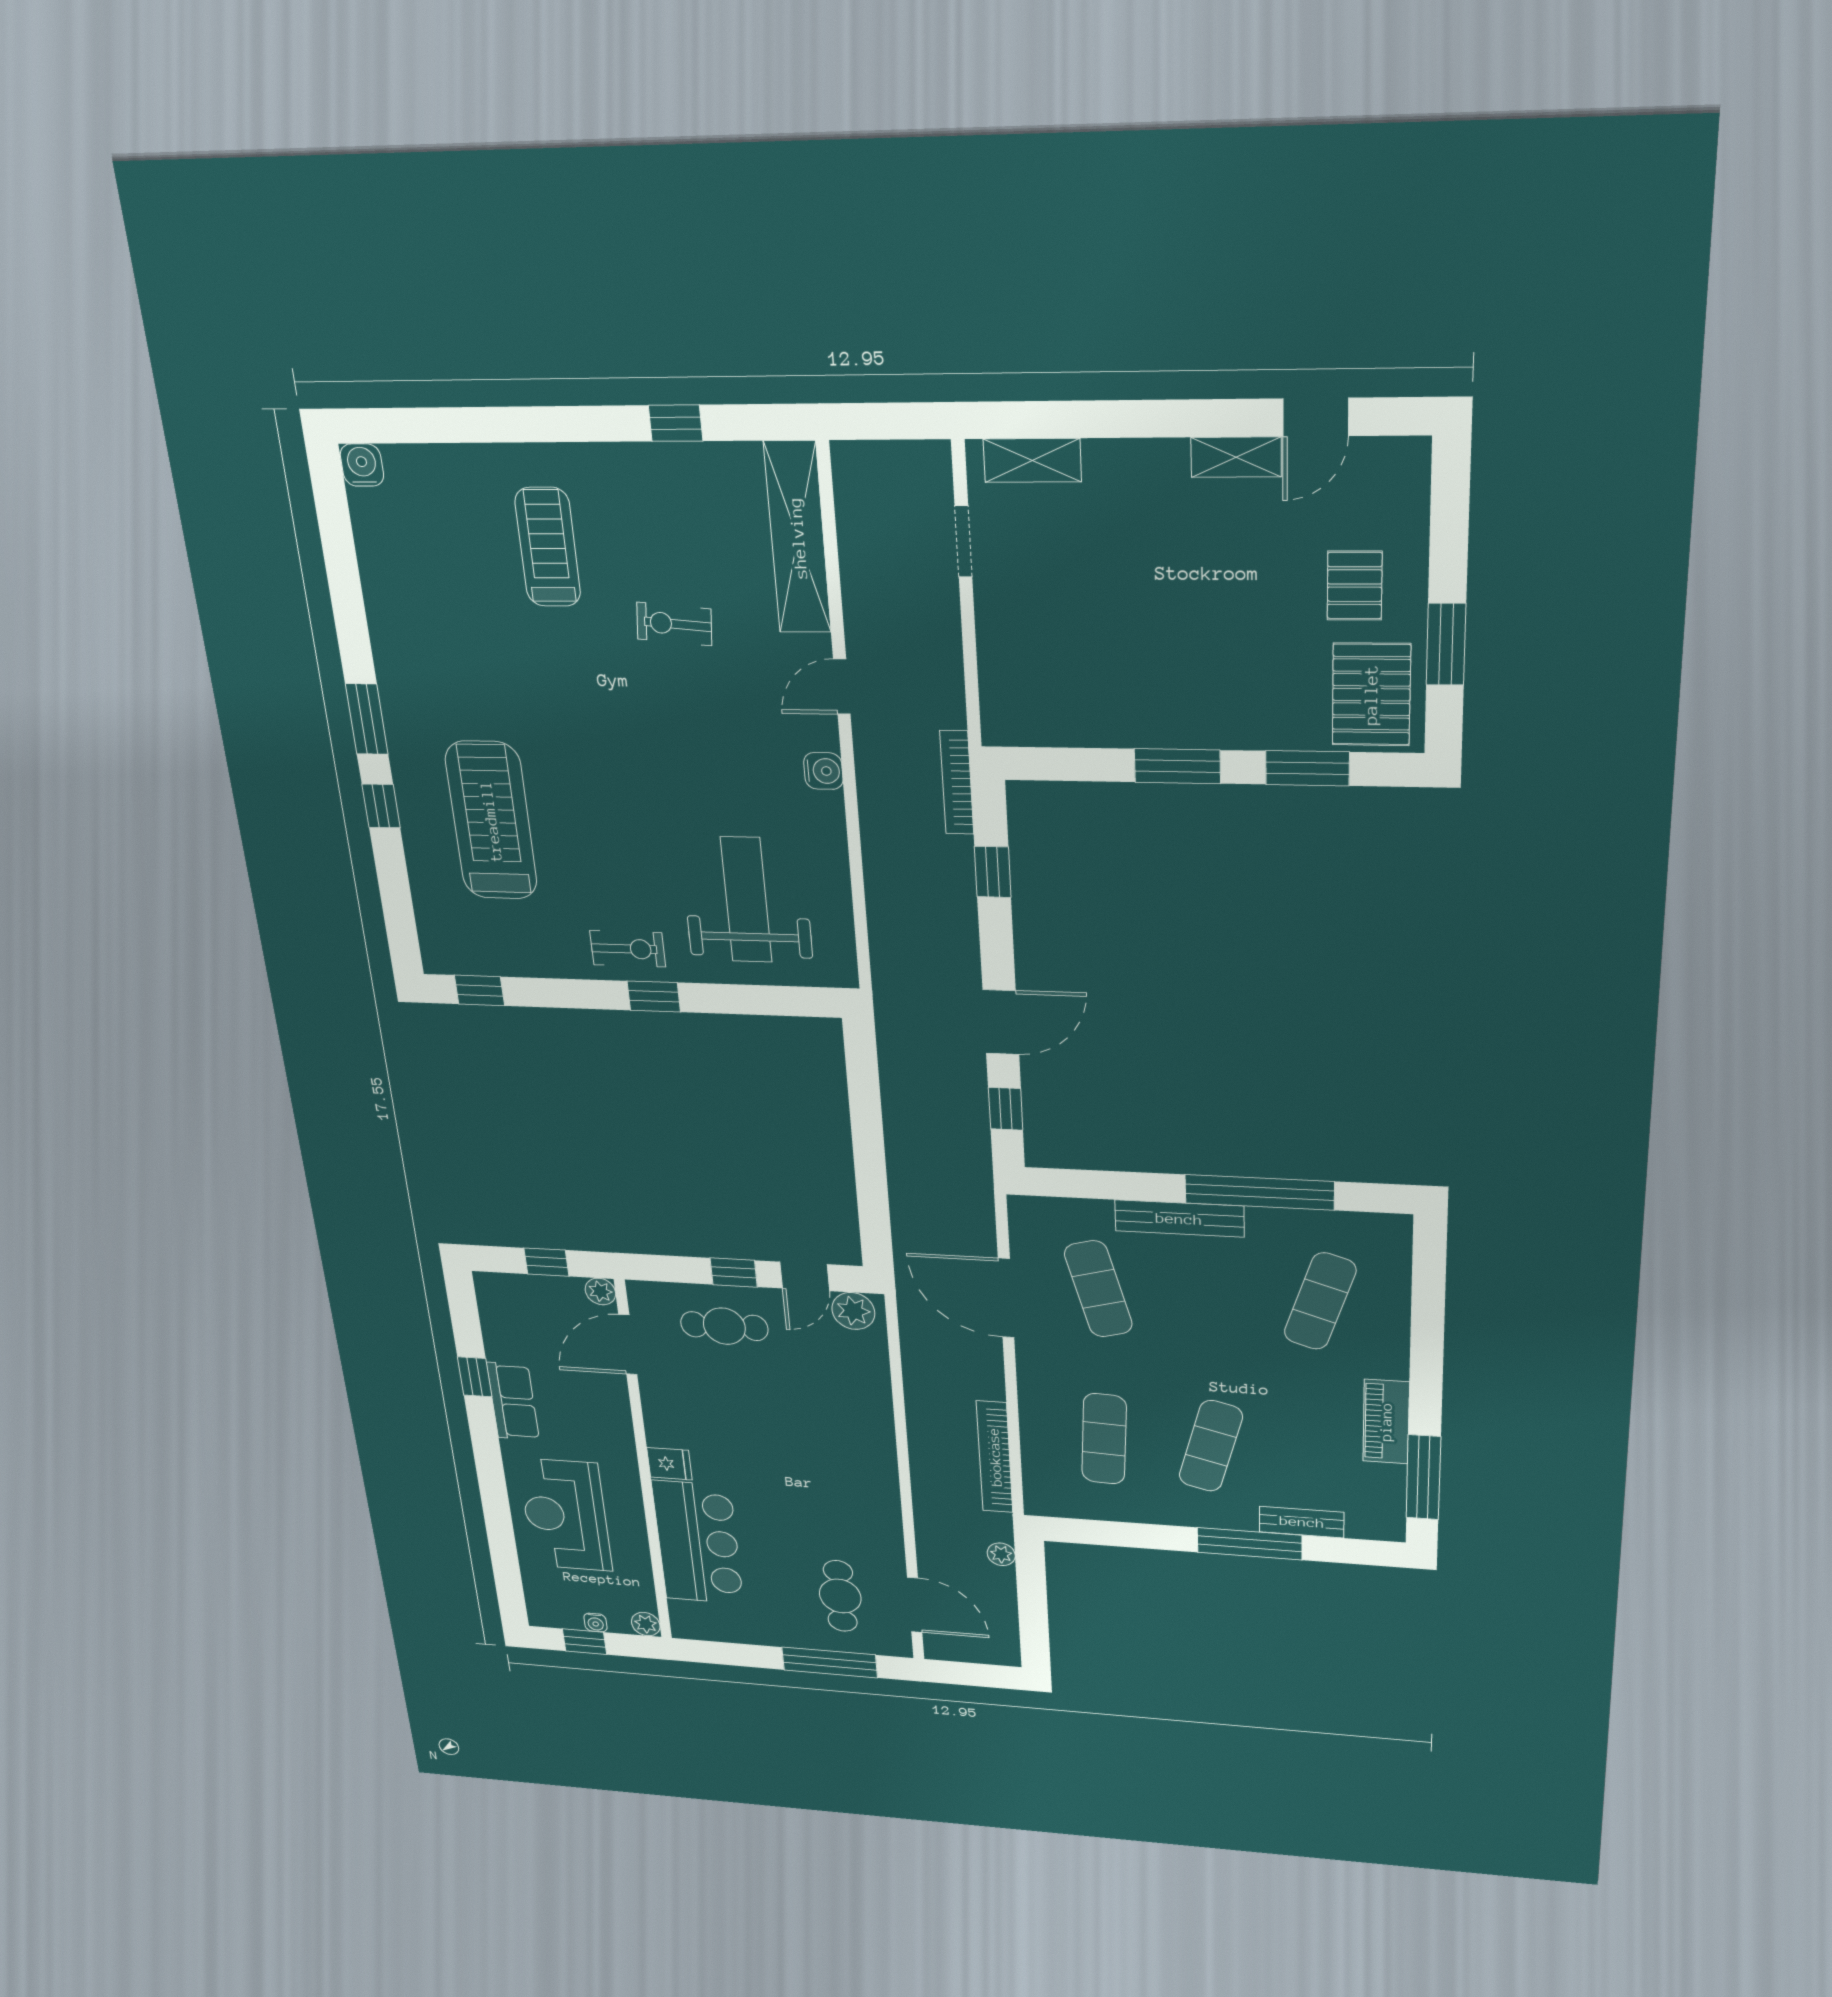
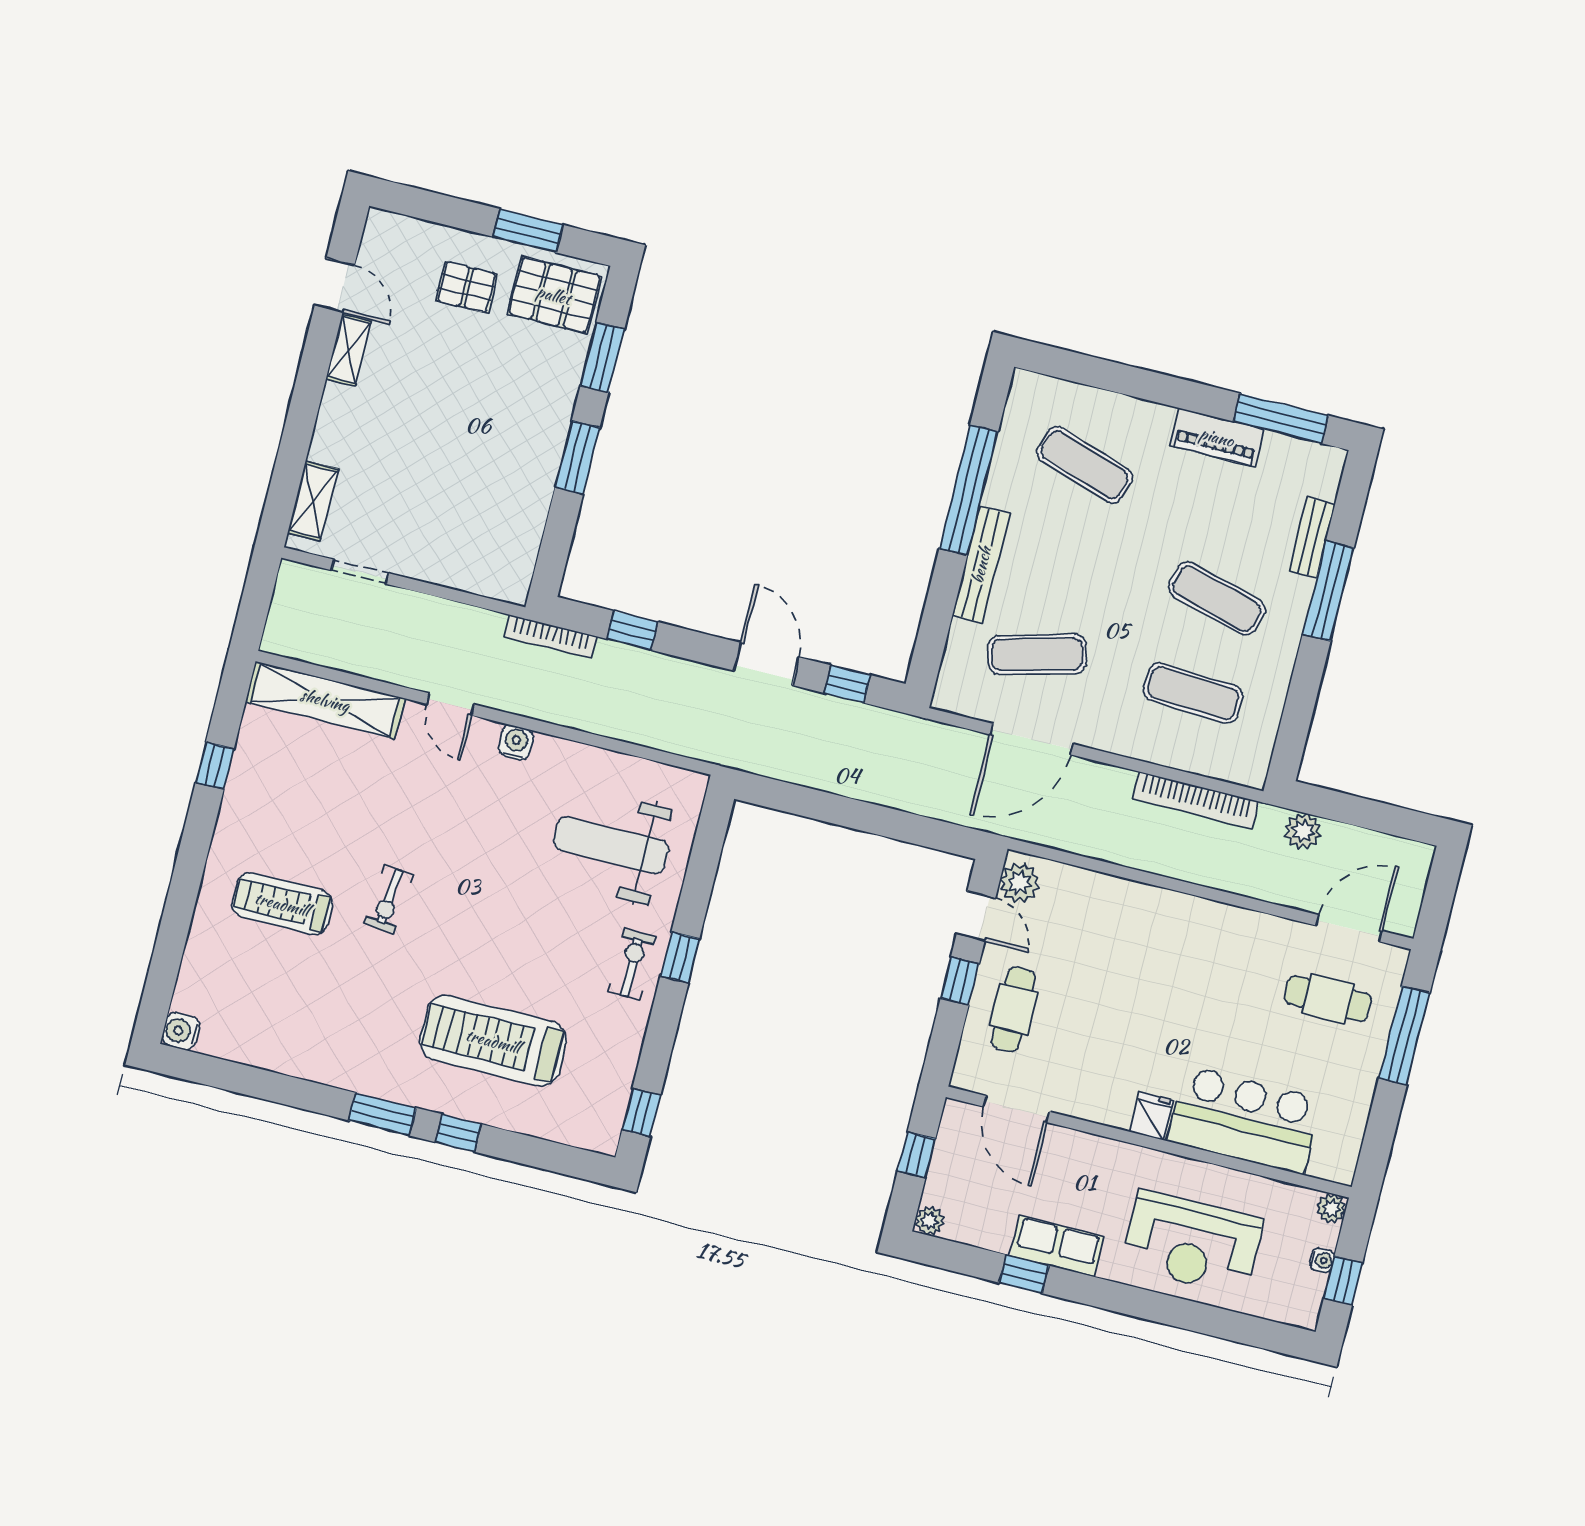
exercise bike: (674, 624) -> (389, 899), moved
plant: (600, 1291) -> (930, 1221), moved
plant: (1001, 1554) -> (1303, 831), width x1.38, depth x1.38

